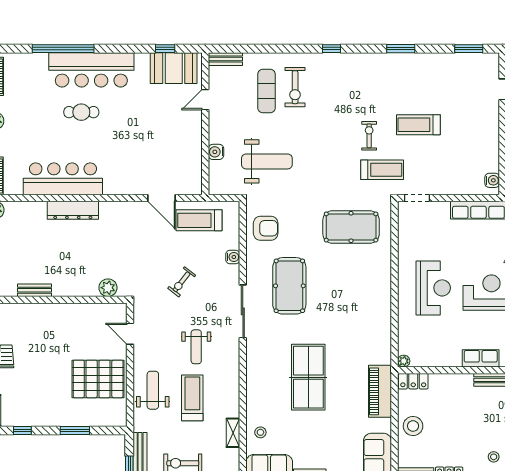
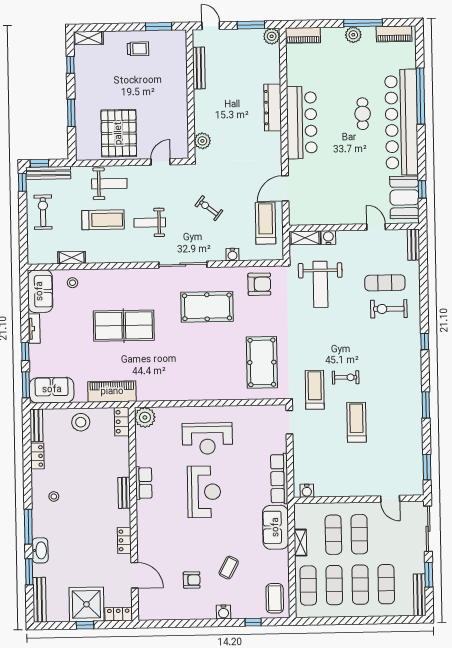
bar counter: (91, 70) -> (401, 122), width x1.36
treadmill: (382, 170) -> (315, 390), turned 180
shelving: (216, 177) -> (305, 238), added
bar counter: (63, 179) -> (302, 123), moved
armchair: (266, 228) -> (259, 284), turned -90
bench: (34, 290) -> (199, 68), width x1.36
plant: (404, 361) -> (145, 417), width x1.87, depth x1.87

